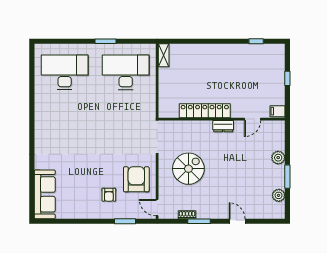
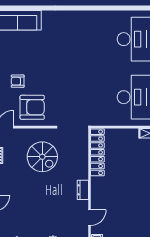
locker: (205, 111) -> (97, 152), moved
door: (252, 119) -> (89, 218), swing flipped

